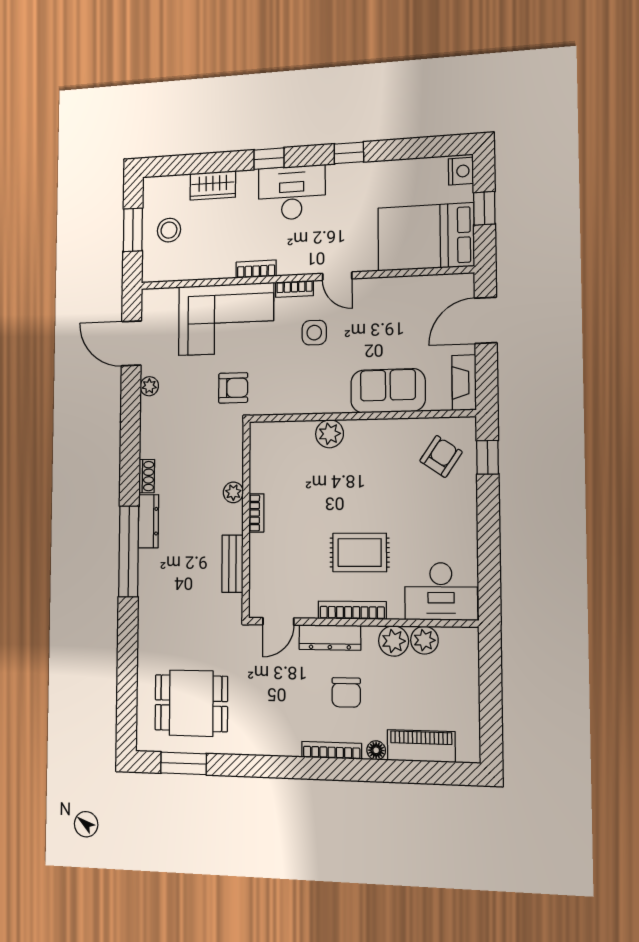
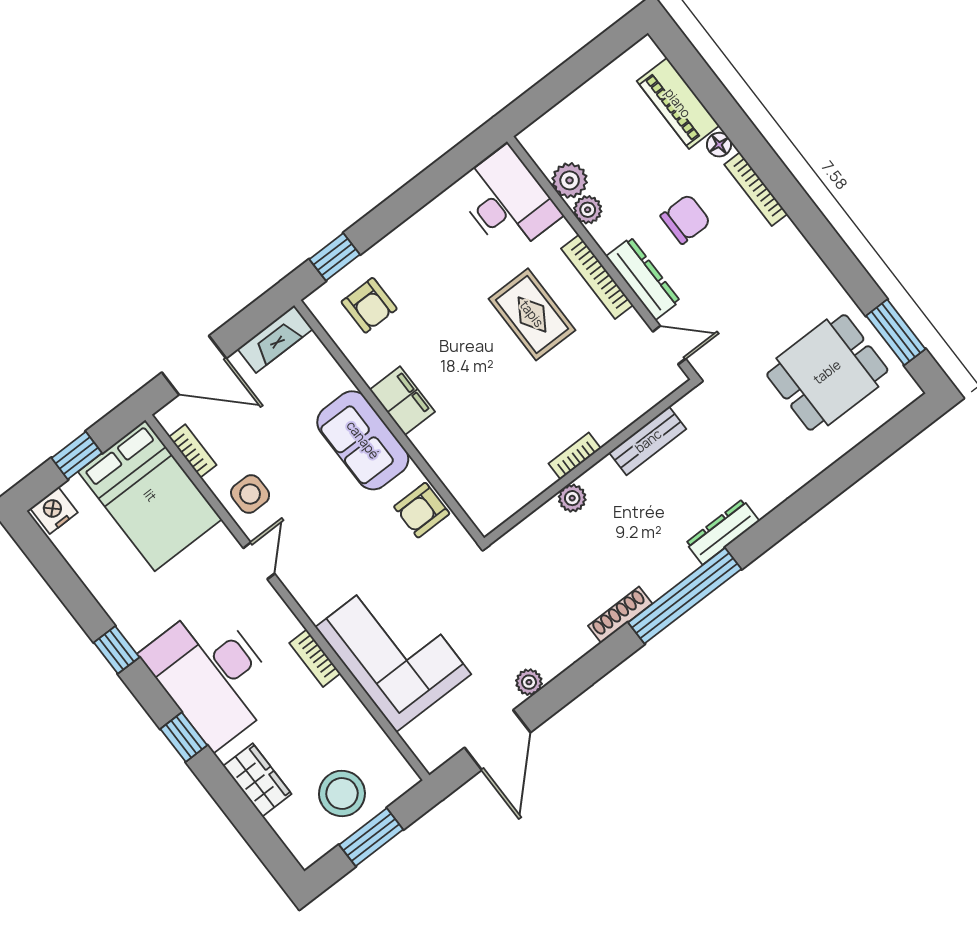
desk: (292, 193) -> (212, 675), width x1.36, depth x1.30
stool: (169, 230) -> (342, 793), width x1.38, depth x1.38
bookcase: (295, 289) -> (193, 451), moved
side table: (314, 333) -> (250, 494), moved
armchair: (233, 388) -> (422, 510), moved, turned -90
sofa: (388, 391) -> (363, 440), moved
filing cabinet: (367, 433) -> (402, 401), added
plant: (330, 434) -> (432, 441), removed
armchair: (441, 456) -> (369, 305), turned -124
shoe rack: (147, 476) -> (620, 615), width x1.43
dresser: (148, 521) -> (723, 532), moved
window: (129, 551) -> (685, 596), moved
plant: (394, 641) -> (588, 210), width x0.73, depth x0.73
dining table: (191, 703) -> (827, 372), turned 90

